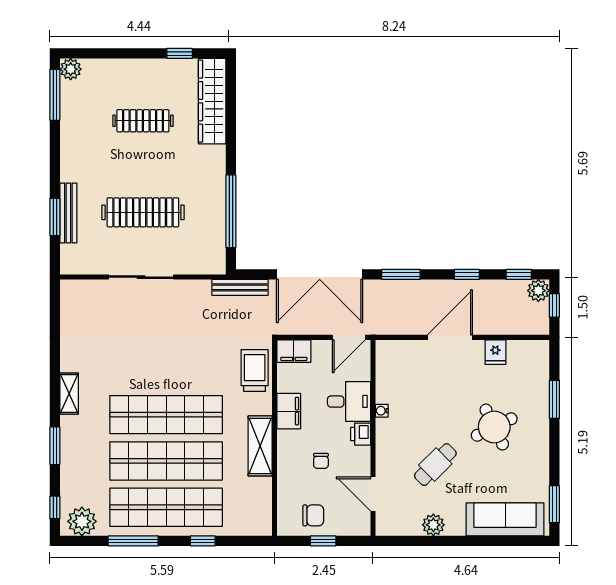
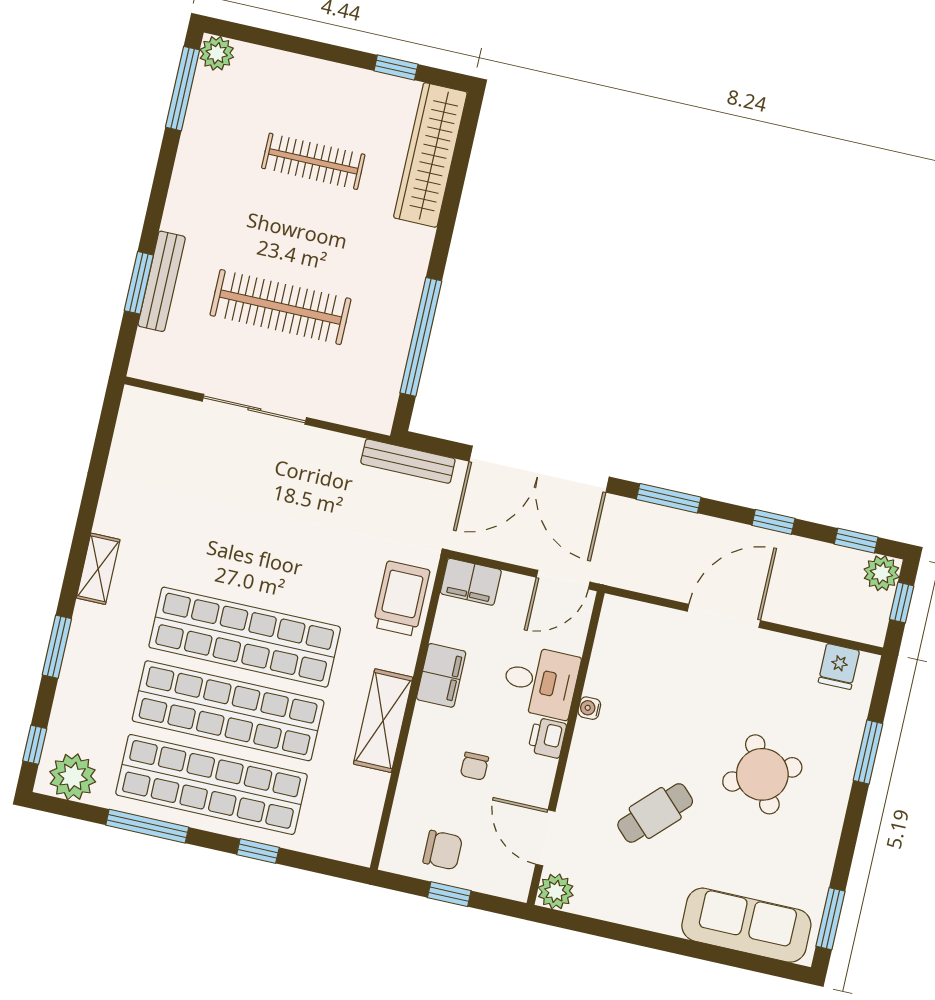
fridge: (495, 352) -> (839, 666), moved
plant: (433, 525) -> (556, 891), moved

